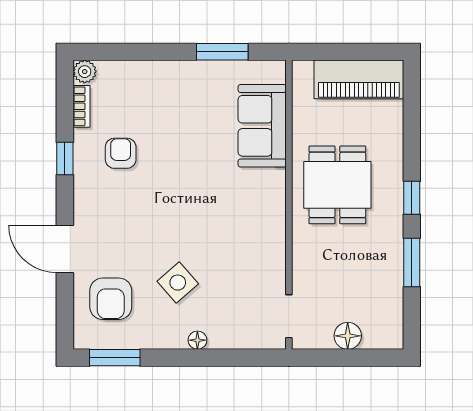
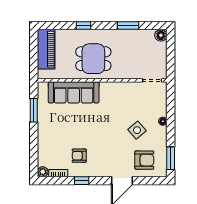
sofa: (262, 126) -> (74, 92), width x1.36
window: (412, 198) -> (84, 25), moved
floor lamp: (348, 336) -> (161, 35), moved

